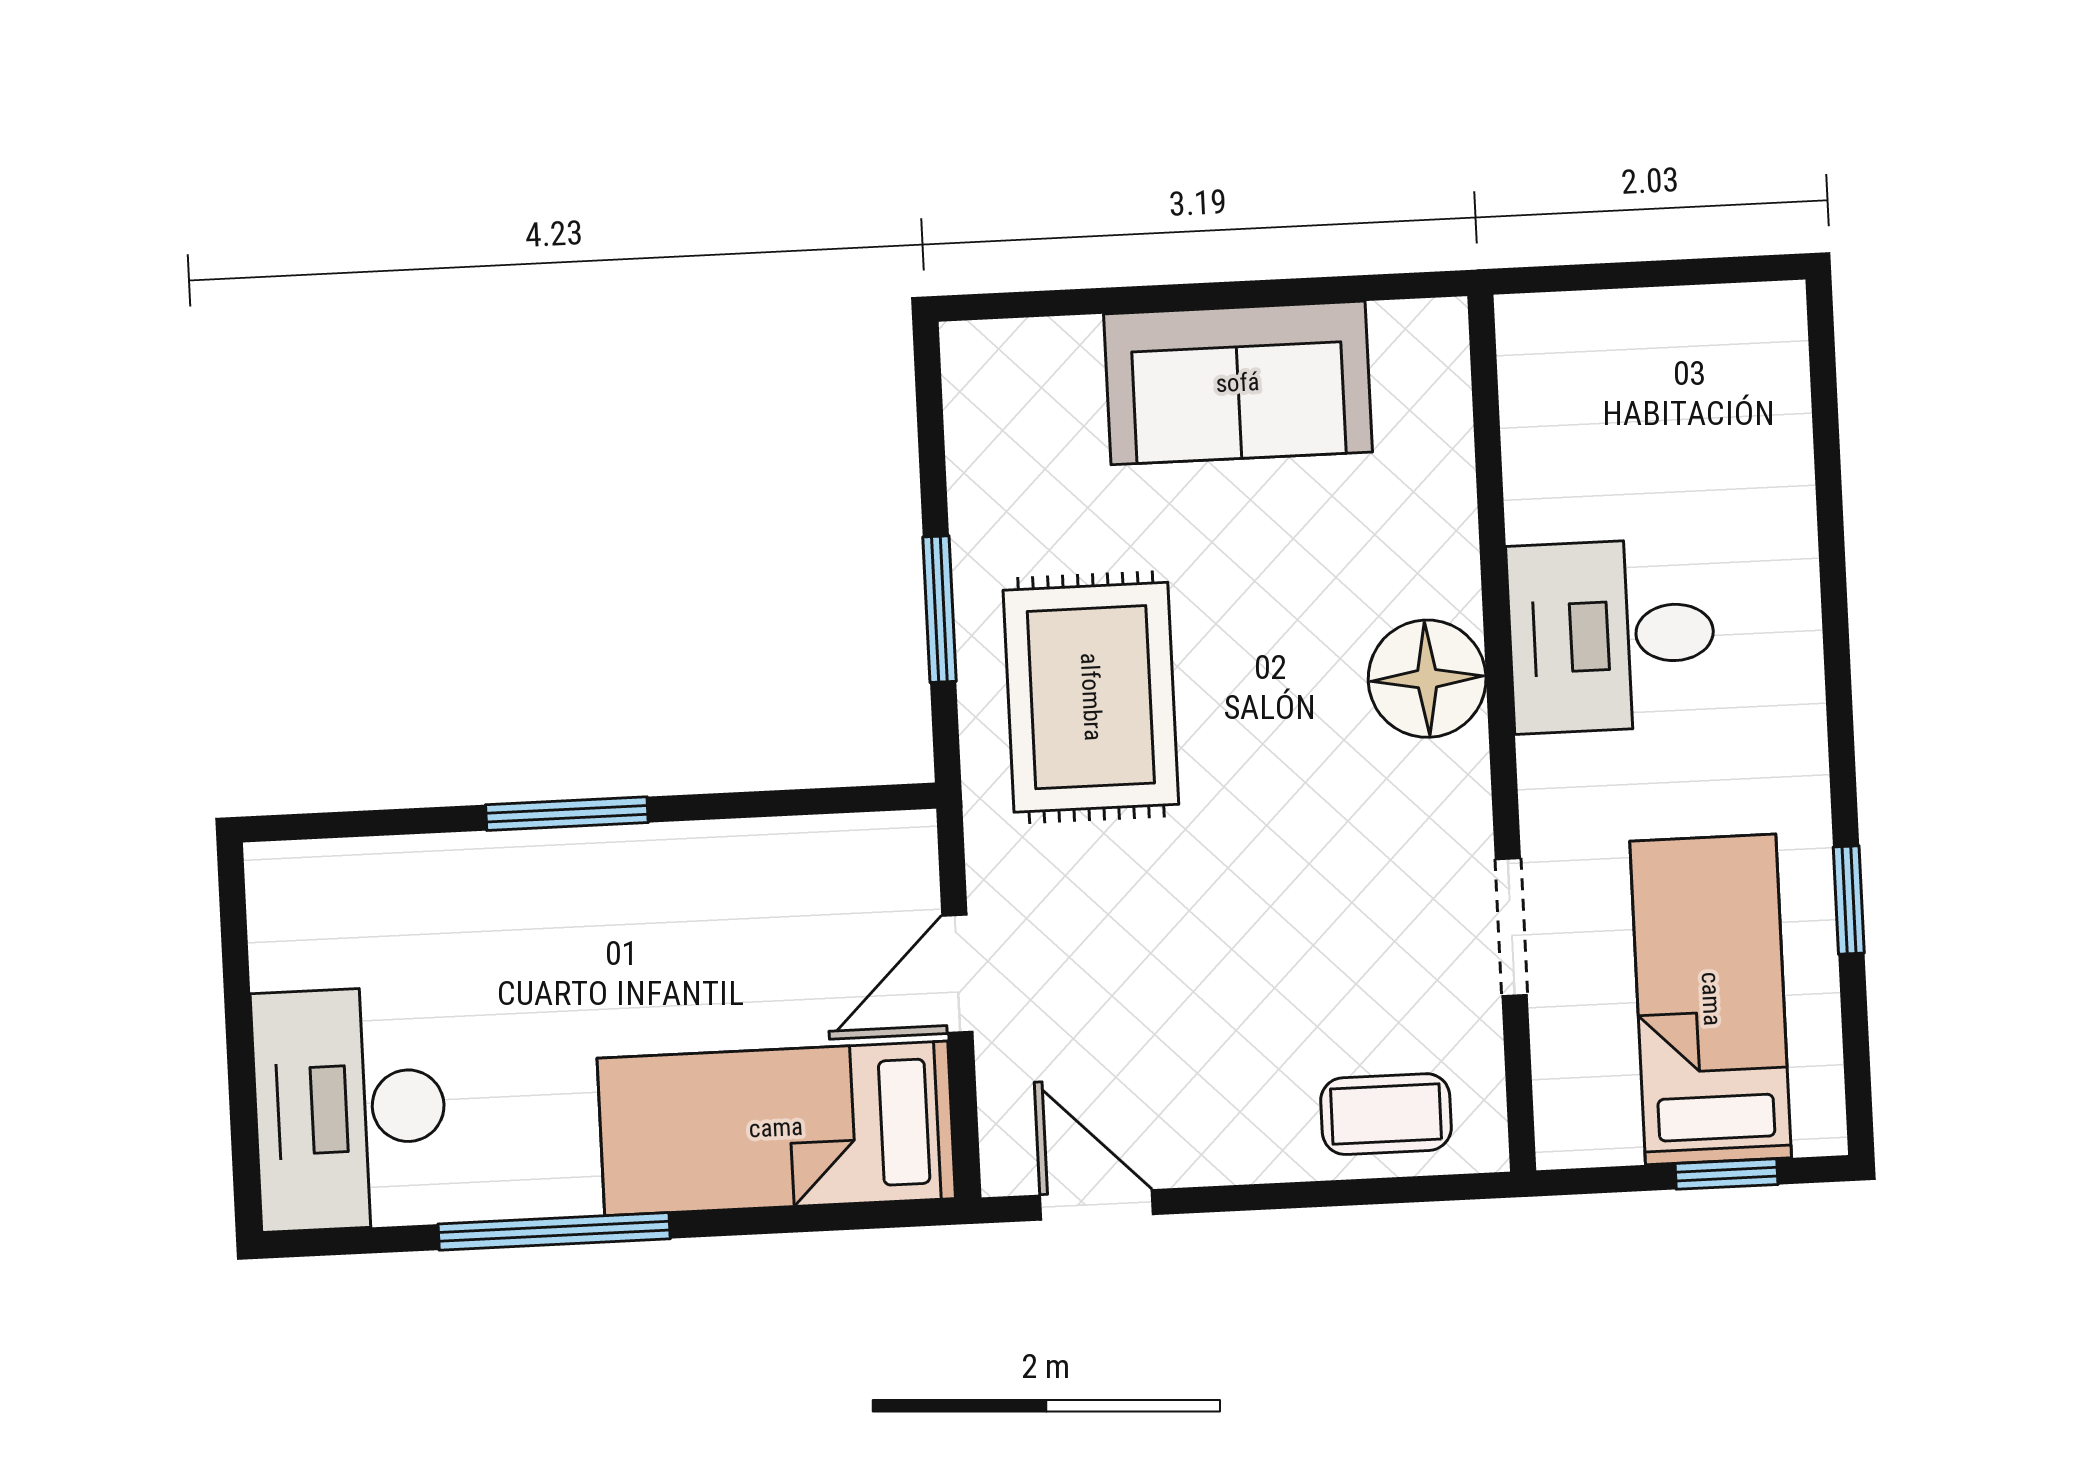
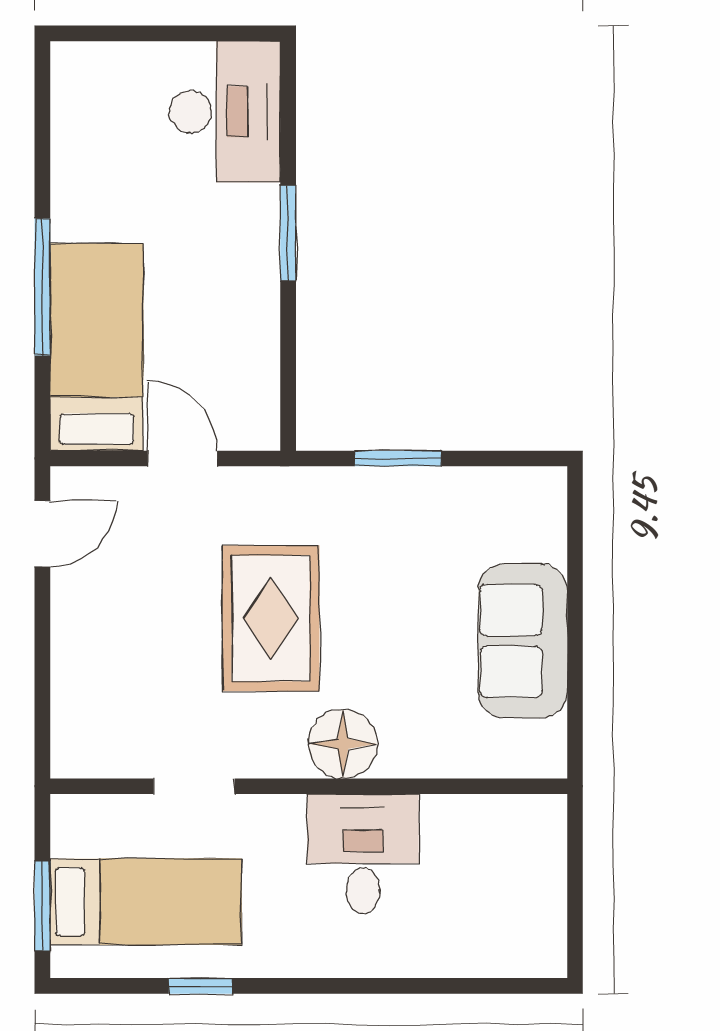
rug: (1091, 697) -> (271, 618), moved, turned 90
desk: (350, 1109) -> (225, 112), moved, turned 90
coffee table: (1386, 1114) -> (88, 707), removed
window: (1727, 1174) -> (42, 906), width x1.50
window: (554, 1231) -> (42, 287), moved

